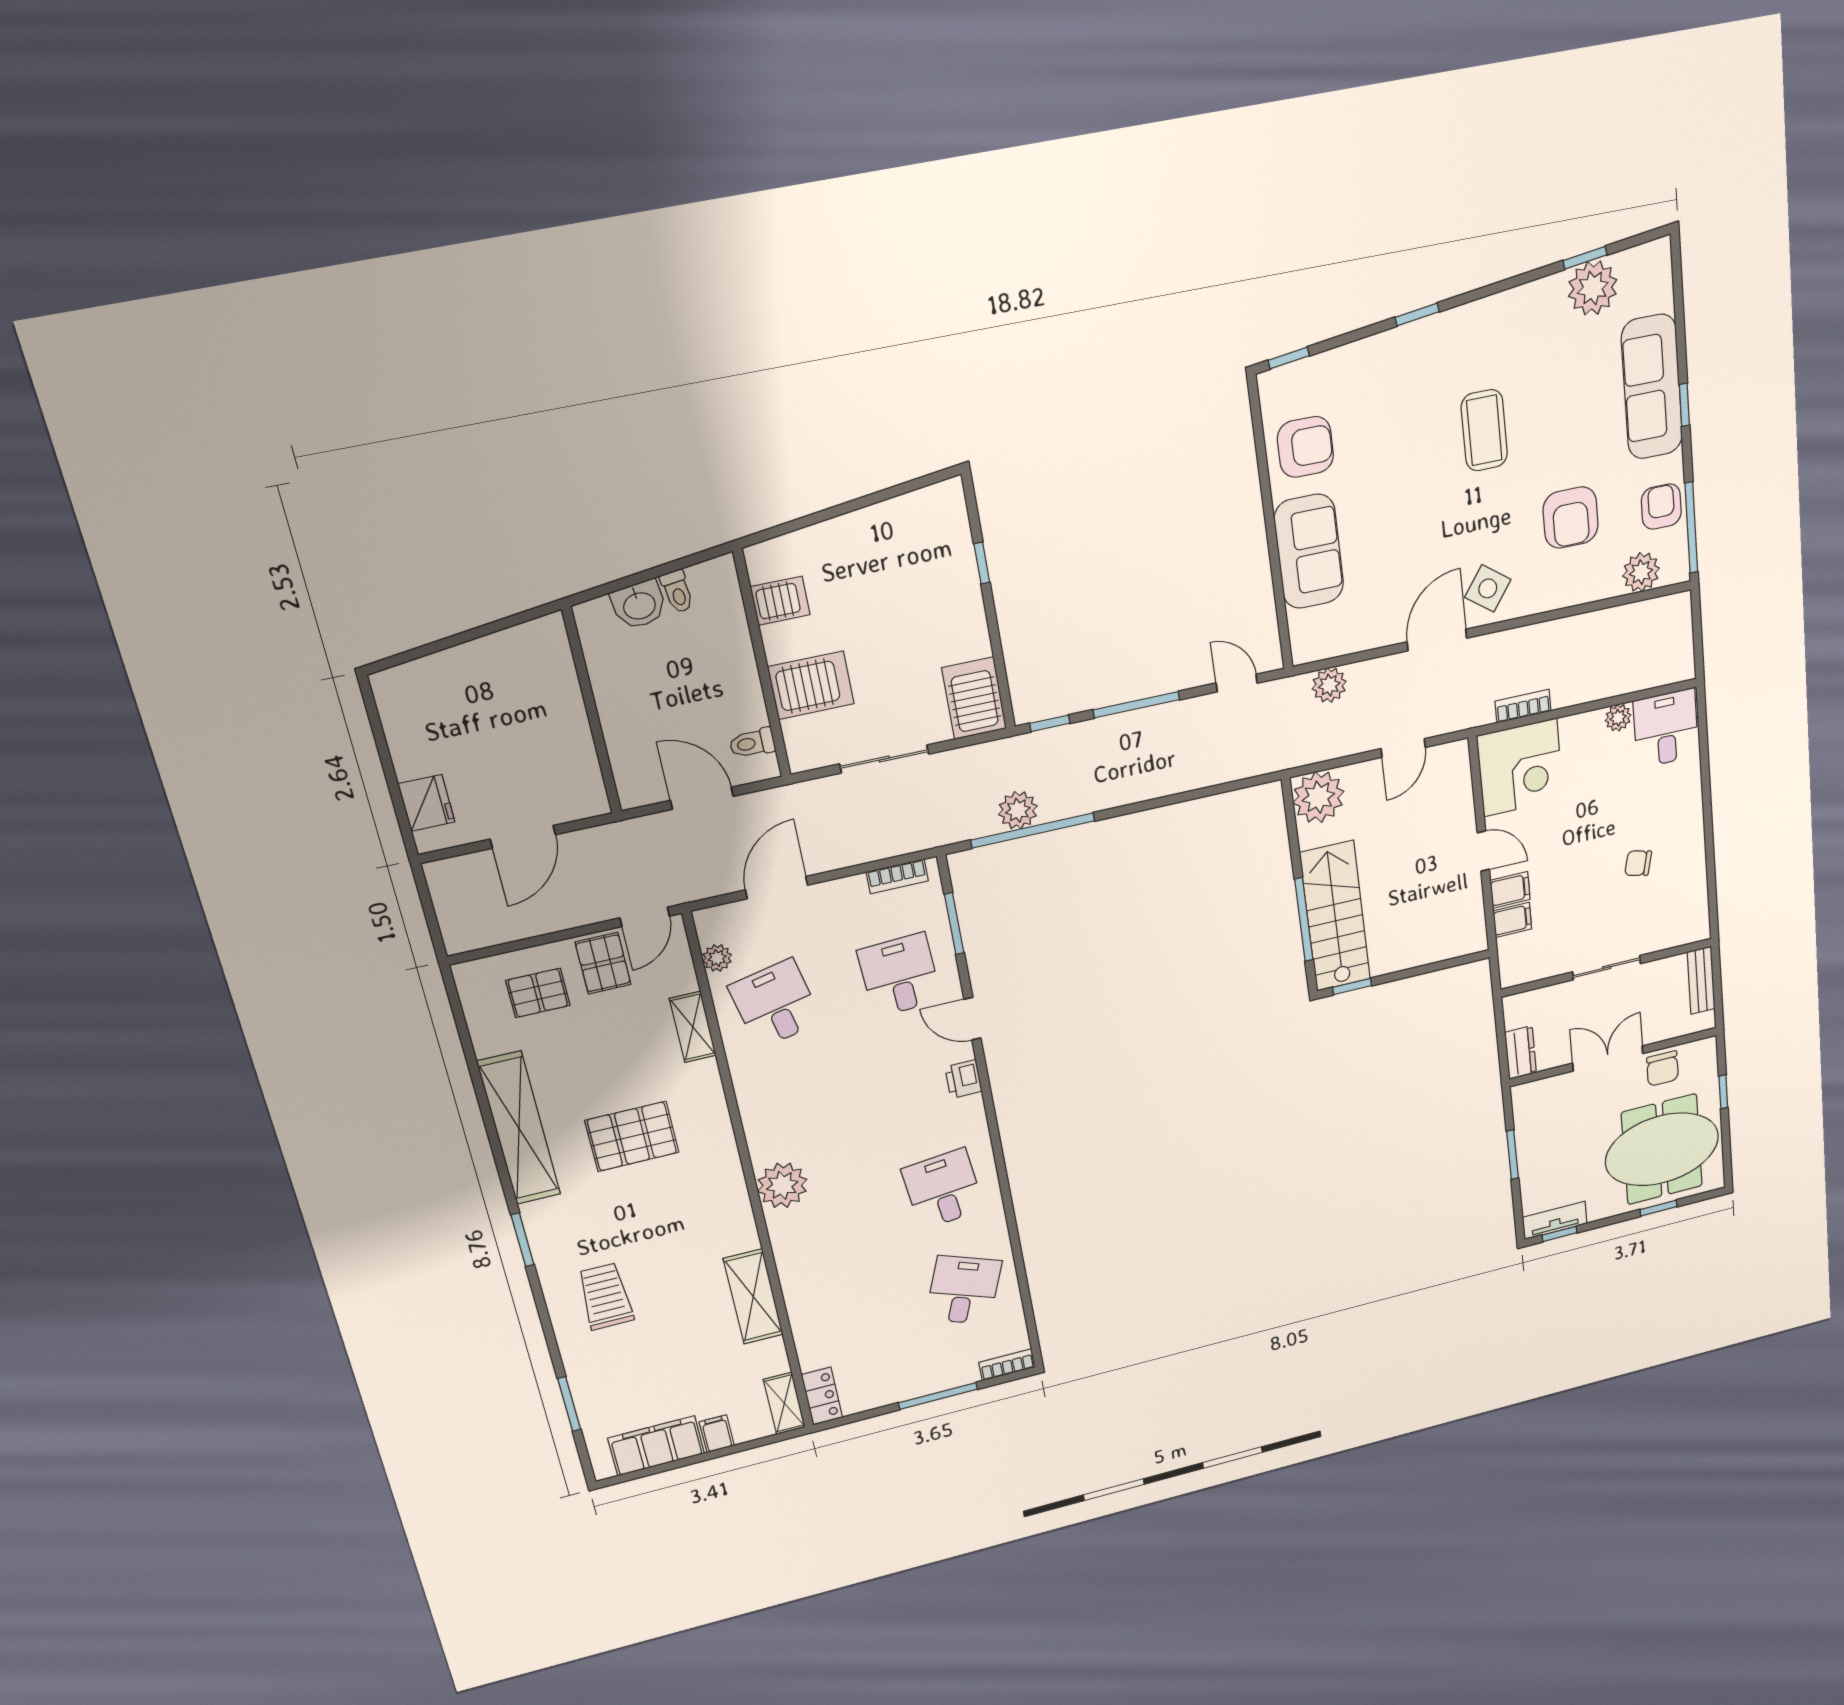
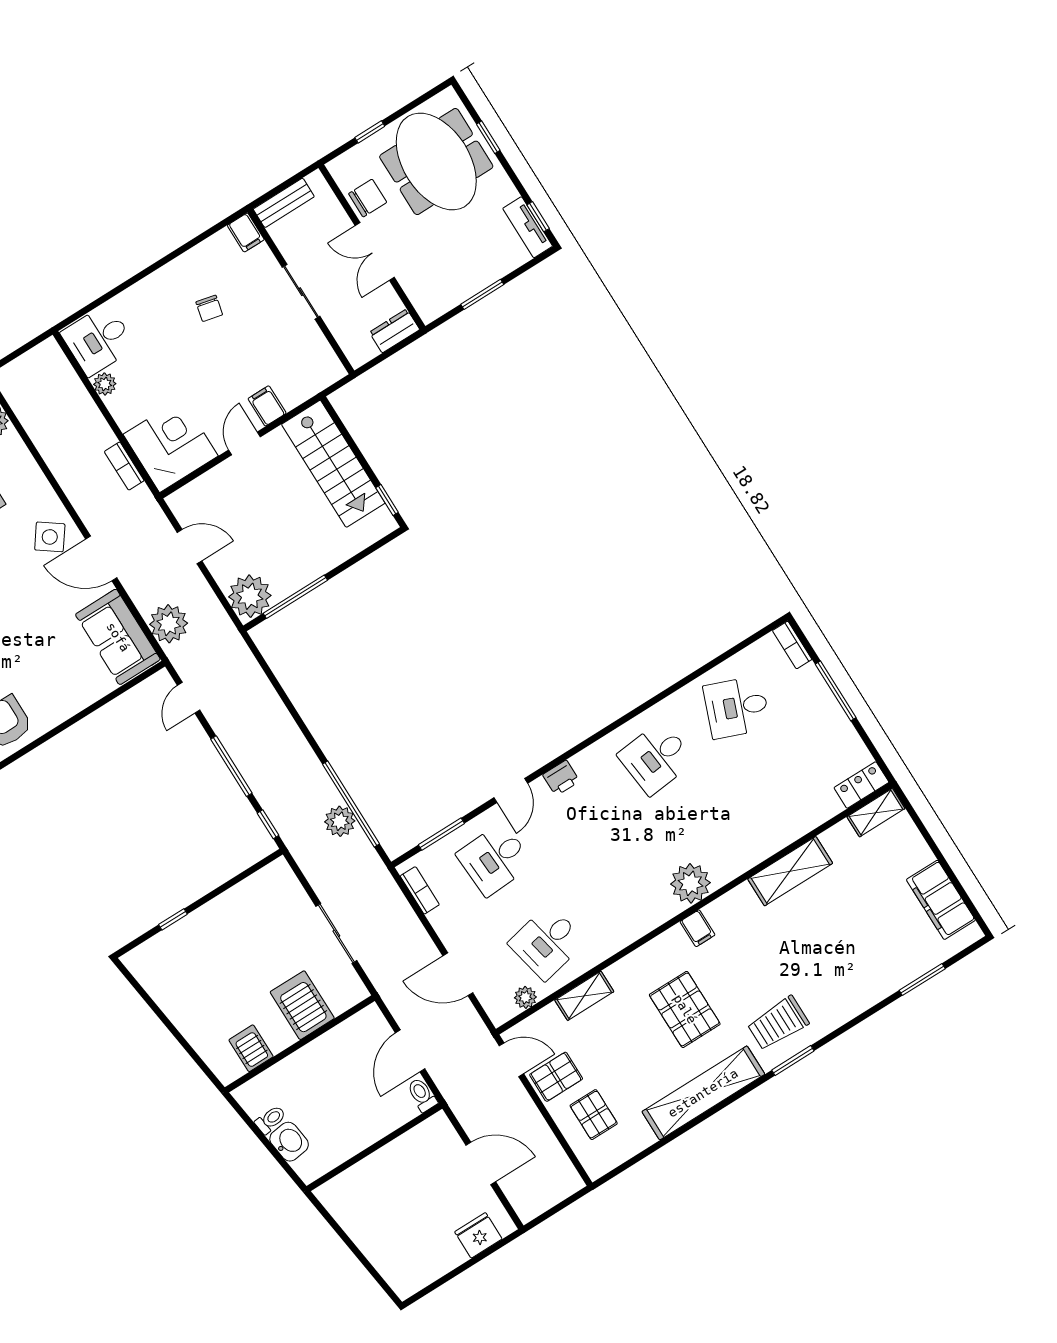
sofa: (1309, 551) -> (118, 637), moved, turned -90
plant: (1329, 685) -> (169, 624), width x1.36, depth x1.36
server rack: (974, 698) -> (270, 886), removed
toilet: (752, 743) -> (422, 1095), moved, turned 180
stairs: (1335, 916) -> (333, 464), moved, turned -90
window: (1304, 920) -> (295, 597), moved
filing cabinet: (1512, 920) -> (246, 232), moved, turned 180
trolley: (605, 1296) -> (778, 1023), moved
filing cabinet: (717, 1434) -> (697, 928), moved, turned -90

